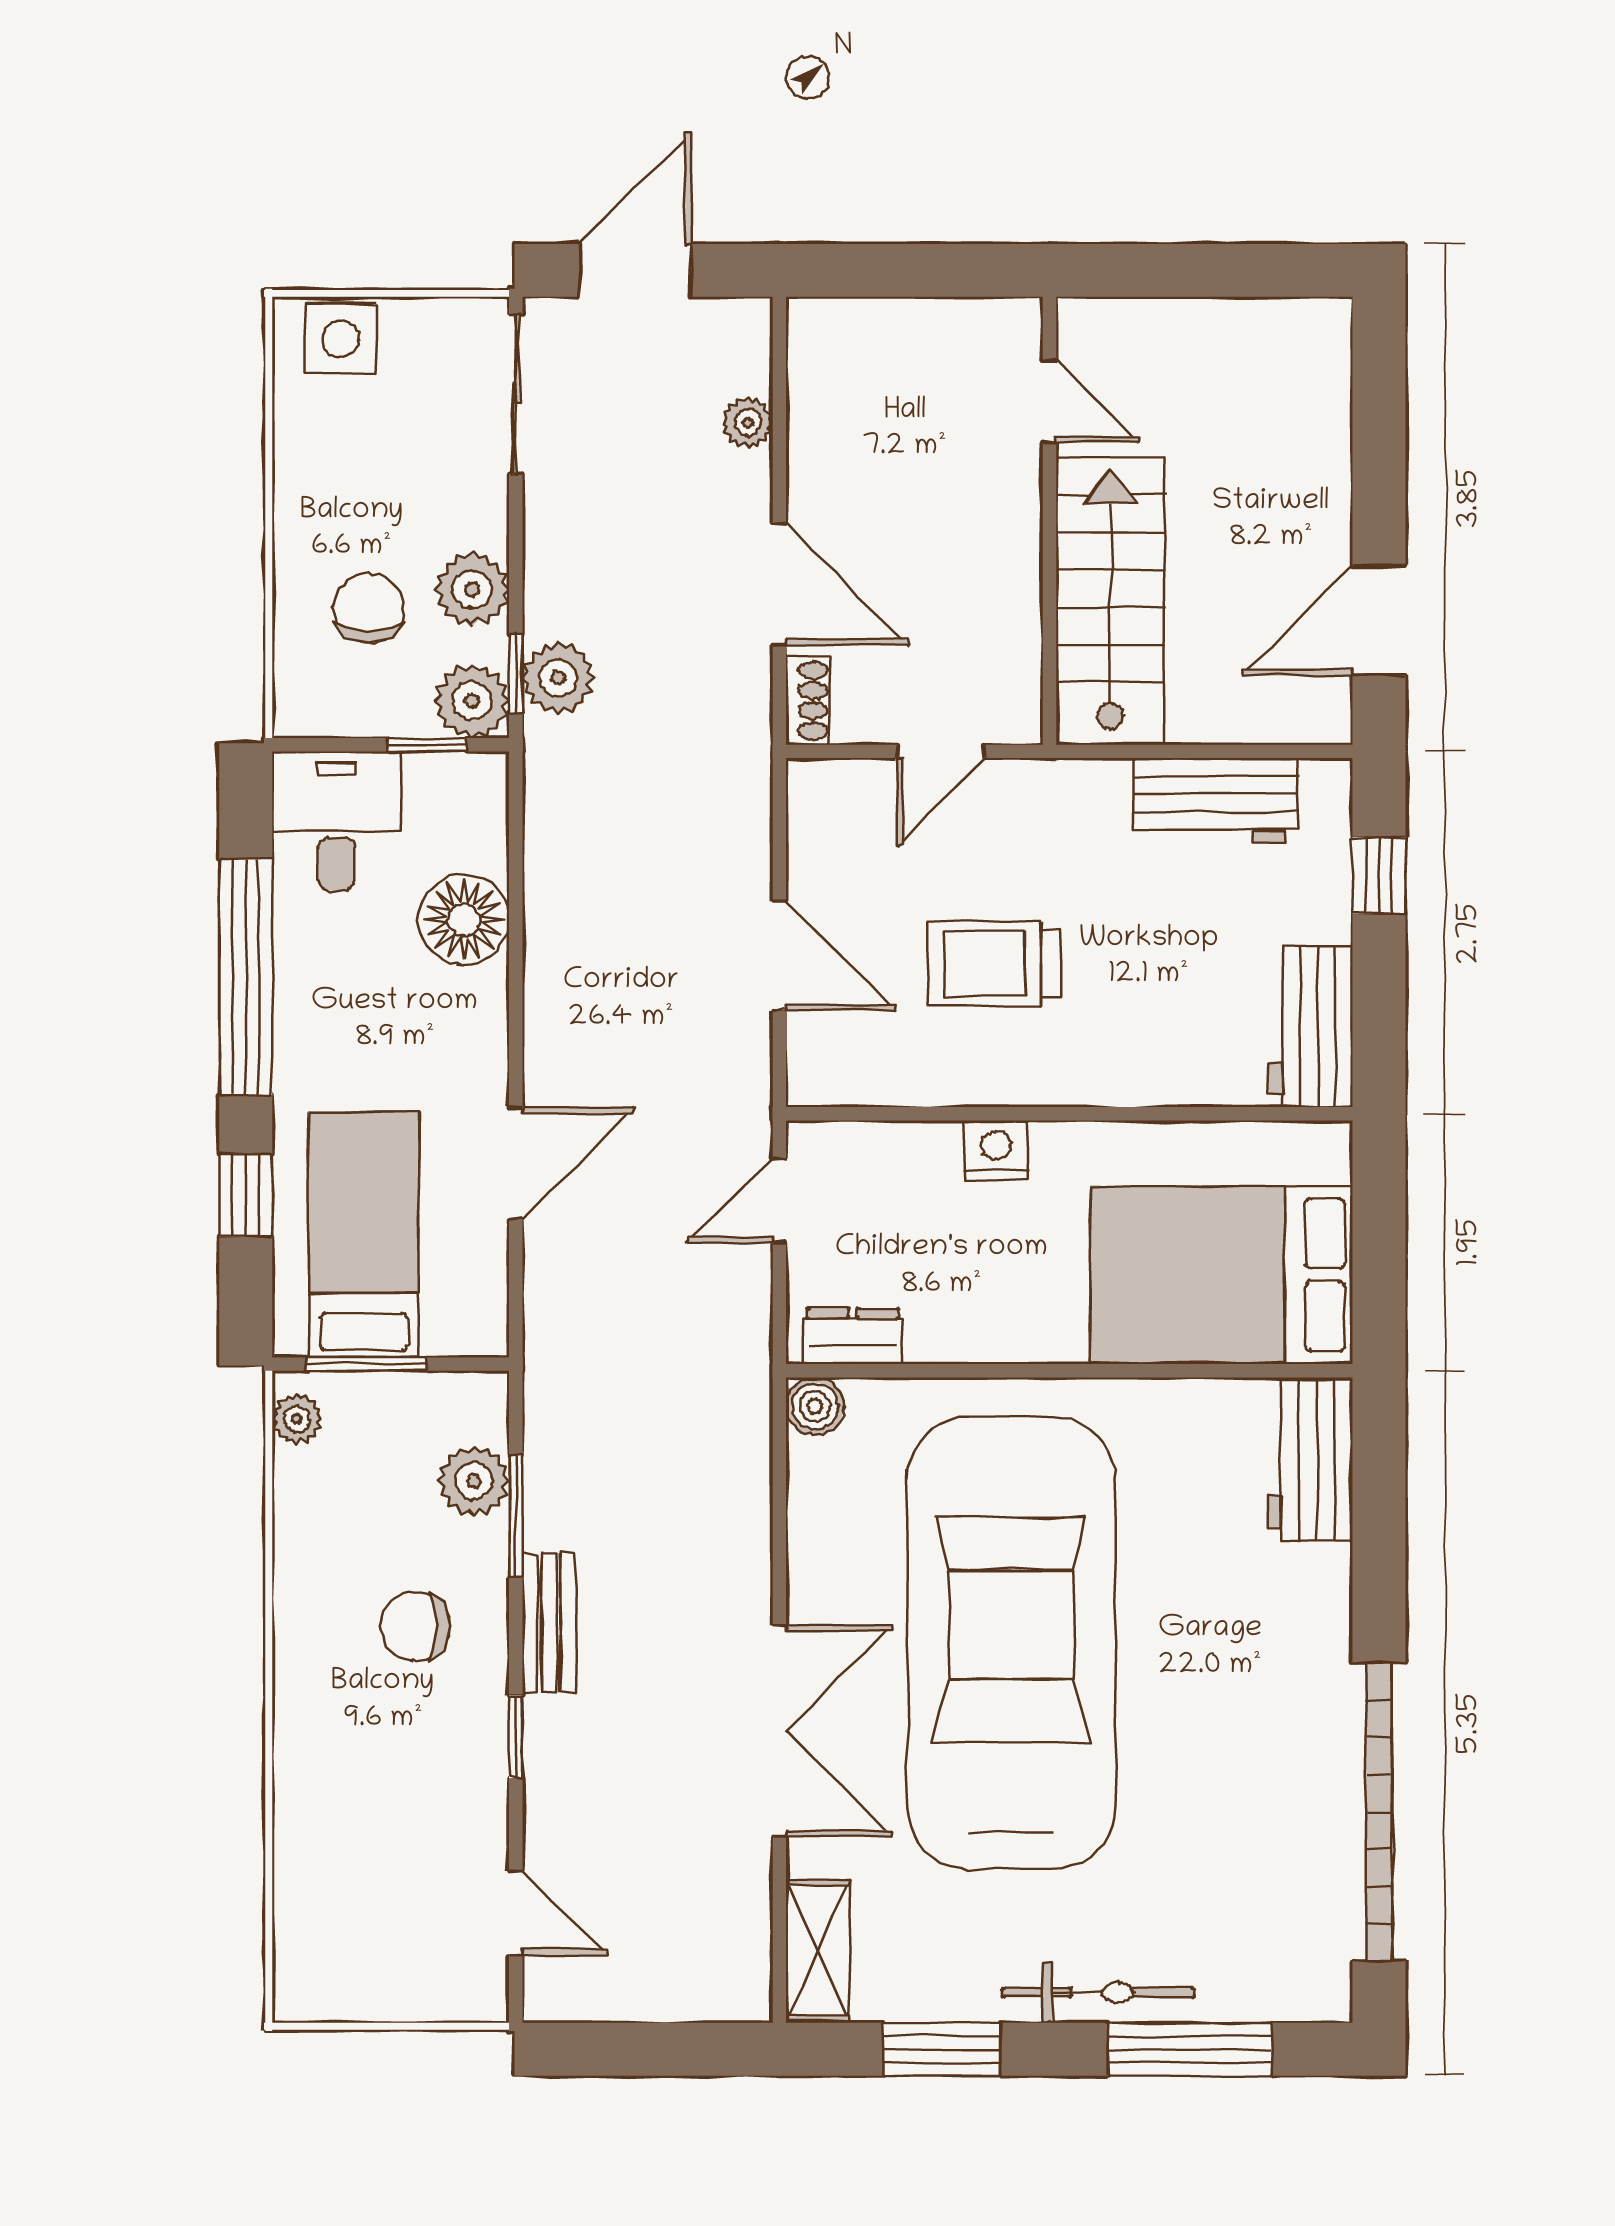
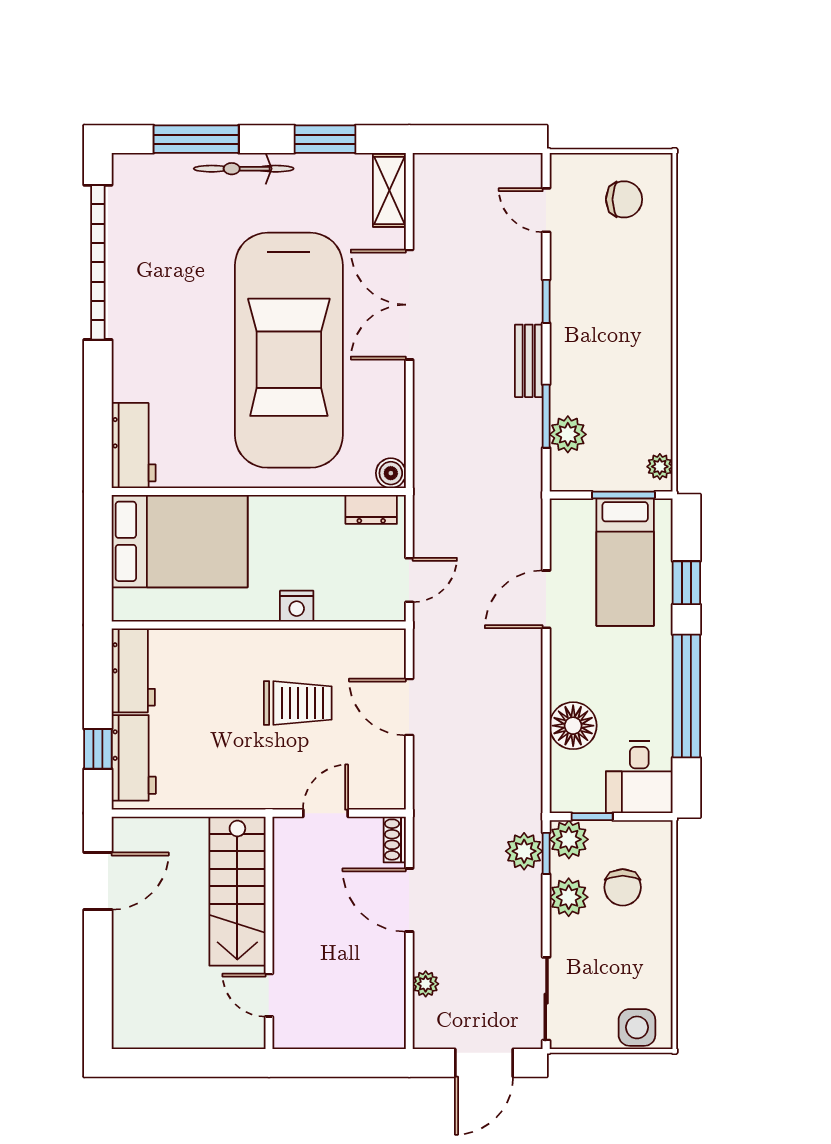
workbench: (1216, 801) -> (134, 758), moved, turned 90
chair: (415, 1626) -> (624, 199), moved

